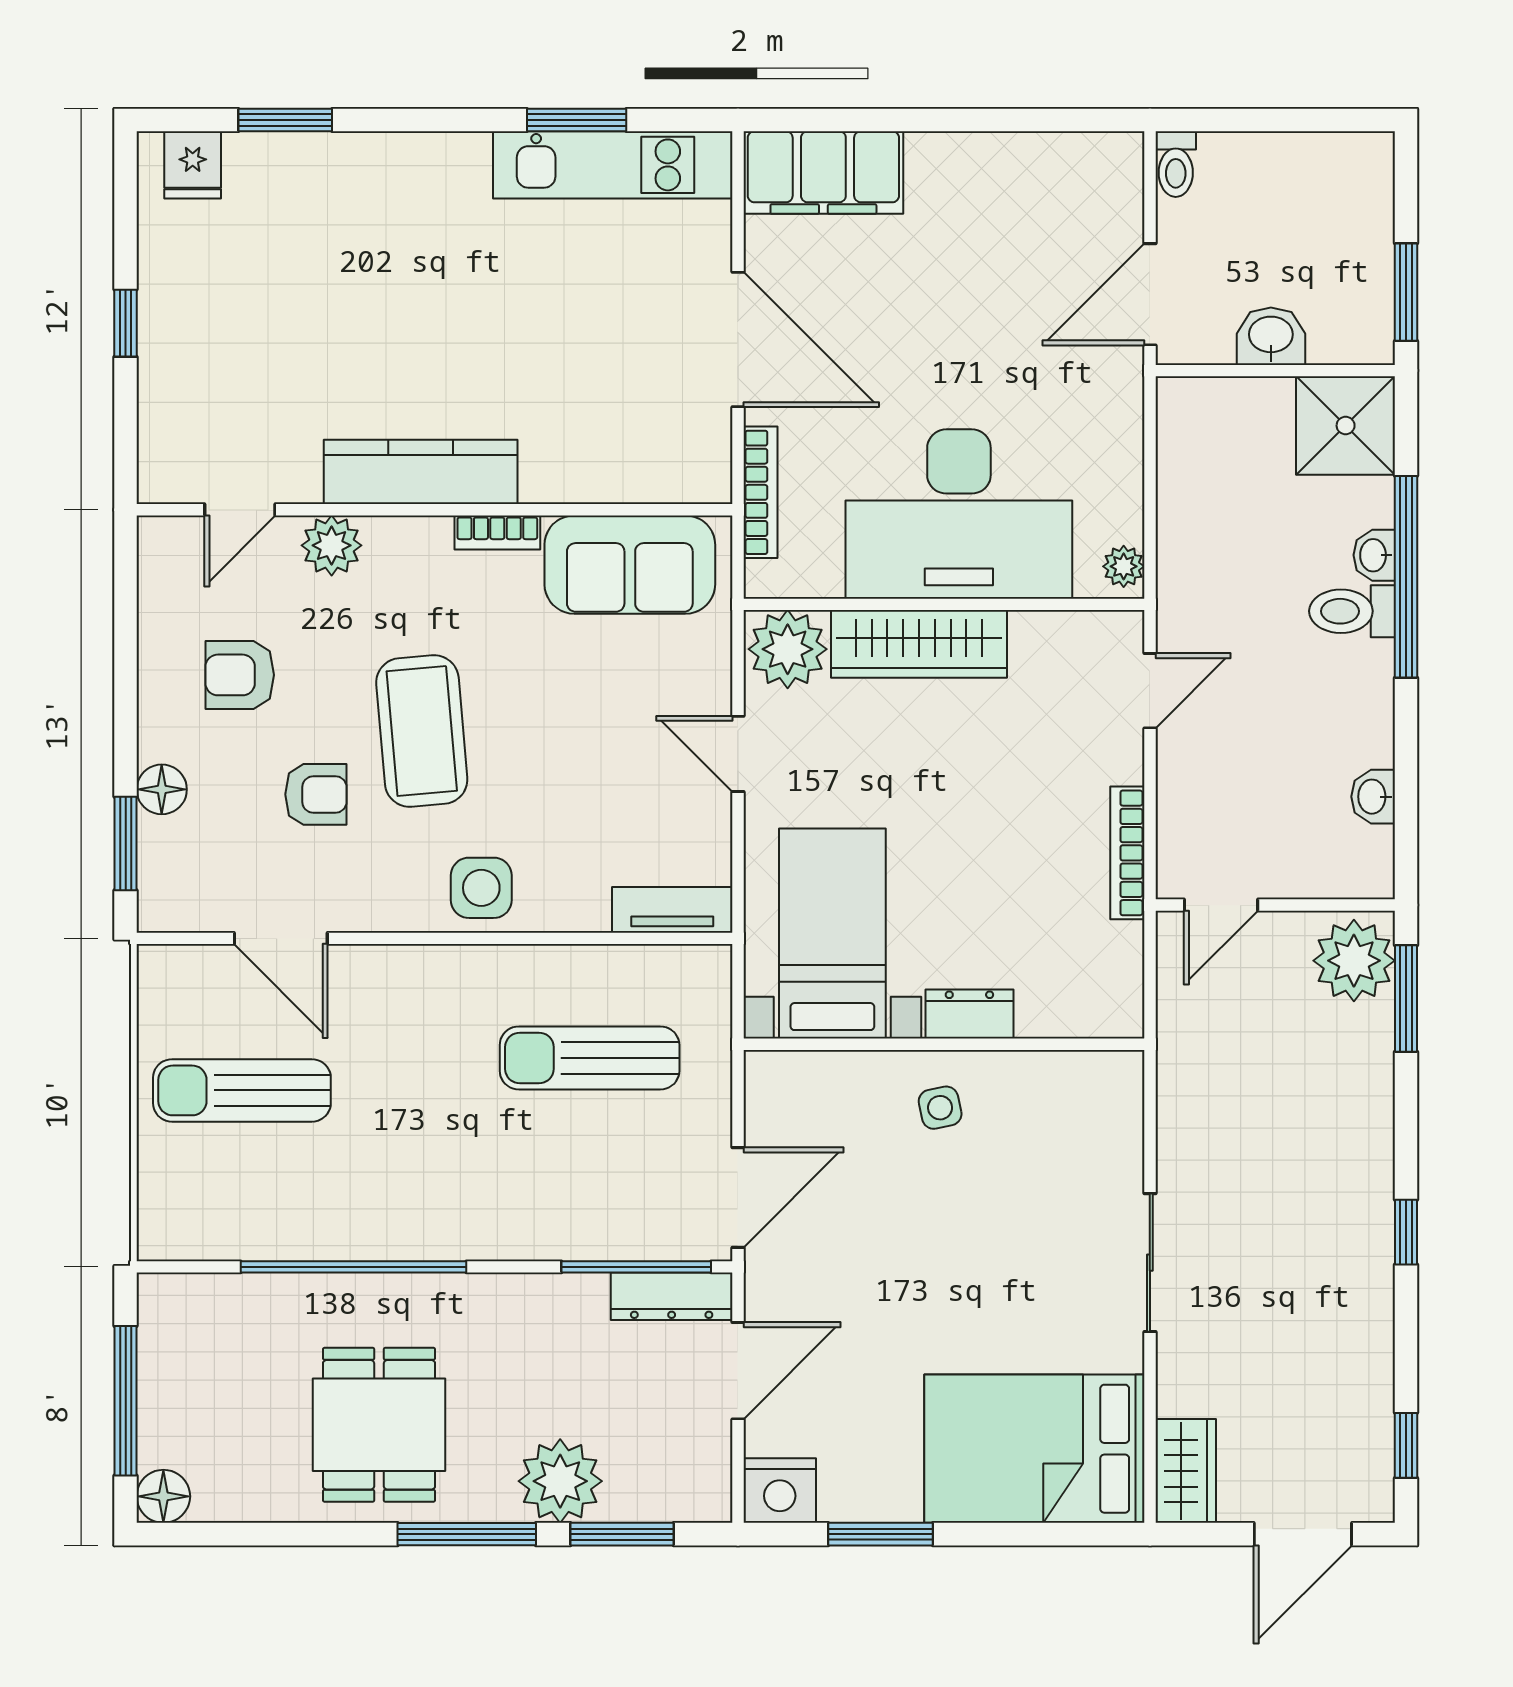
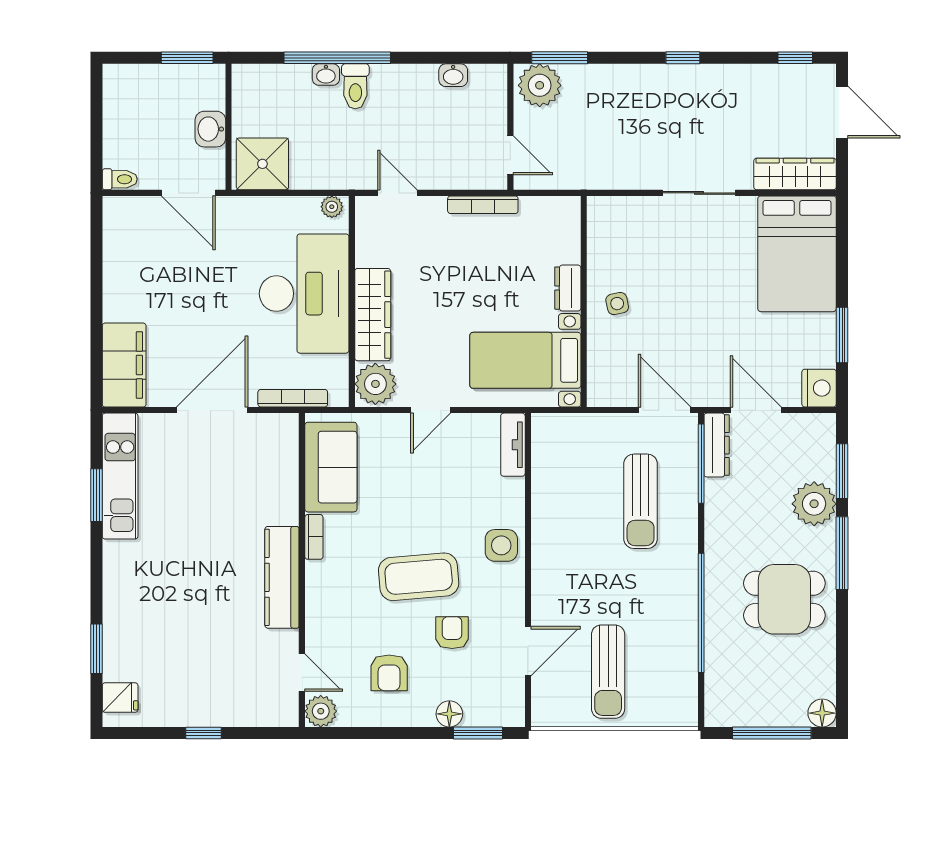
shower: (1346, 426) -> (262, 164), moved
plant: (332, 545) -> (321, 711), moved
sun lounger: (590, 1058) -> (641, 501), moved
wardrobe: (1186, 1471) -> (795, 174), width x1.50

